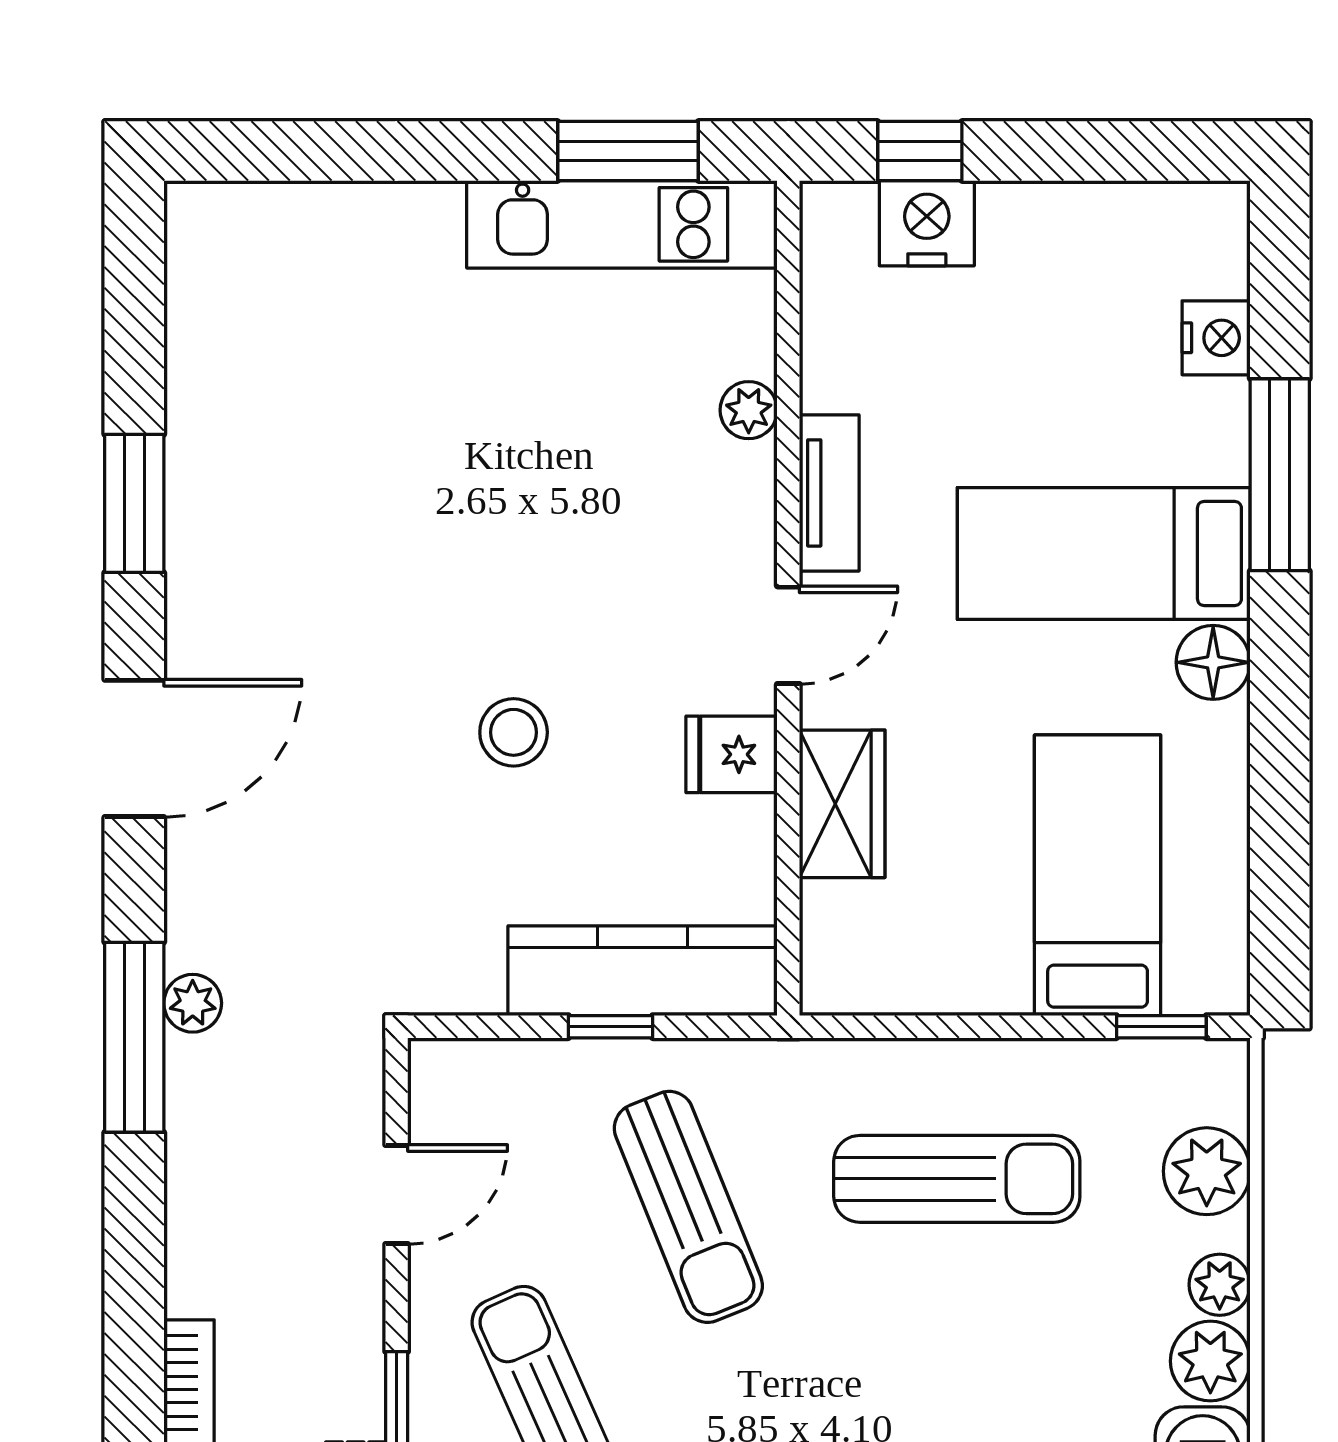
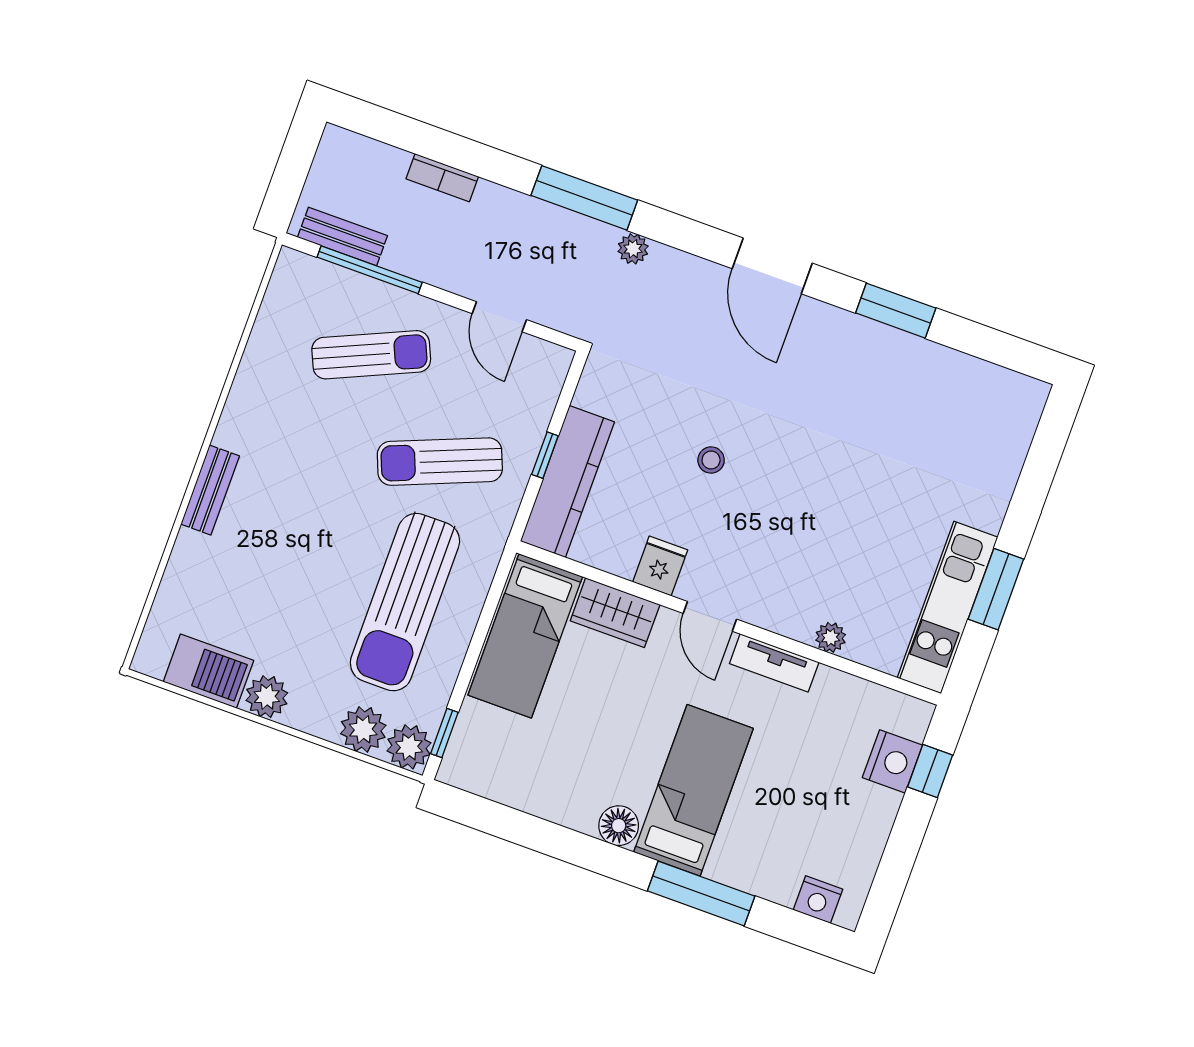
window: (628, 151) -> (996, 589), moved
nightstand: (1216, 338) -> (818, 899), moved
stool: (514, 732) -> (711, 460), width x0.73, depth x0.73
bed: (1098, 875) -> (525, 636), moved, turned 90
window: (134, 1037) -> (584, 198), moved
sun lounger: (957, 1179) -> (405, 602), width x1.36, depth x1.34
plant: (1220, 1285) -> (409, 747), moved, width x1.38, depth x1.38

